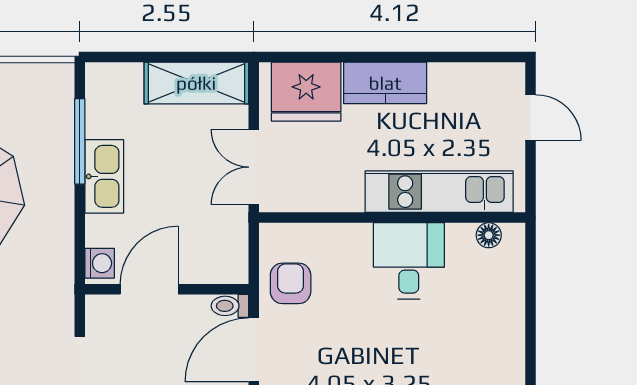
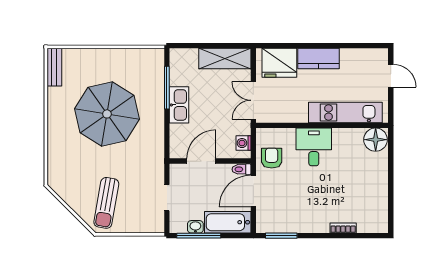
floor lamp: (489, 235) -> (376, 140), width x1.89, depth x1.89
desk: (409, 261) -> (314, 147), moved
washing machine: (100, 263) -> (243, 143), moved, turned 180

